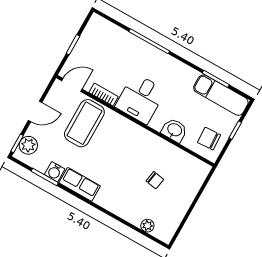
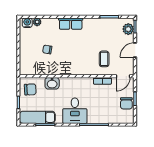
chair: (88, 45) -> (126, 103), added
desk: (140, 99) -> (75, 111), moved, turned 180
coffee table: (84, 123) -> (104, 59), width x0.54, depth x0.58
water cooler: (55, 172) -> (27, 23), moved
row of seats: (80, 184) -> (71, 24), moved

